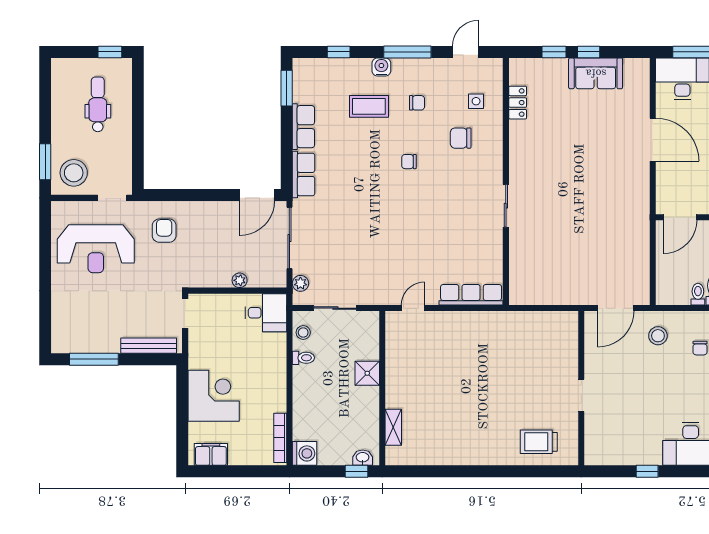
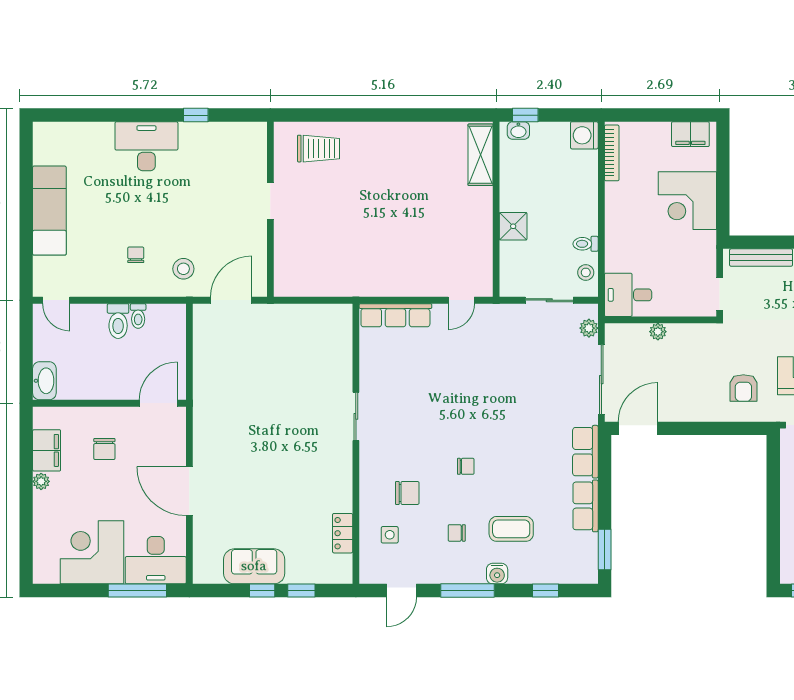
shelving: (393, 427) -> (480, 155), width x1.50, depth x1.33

